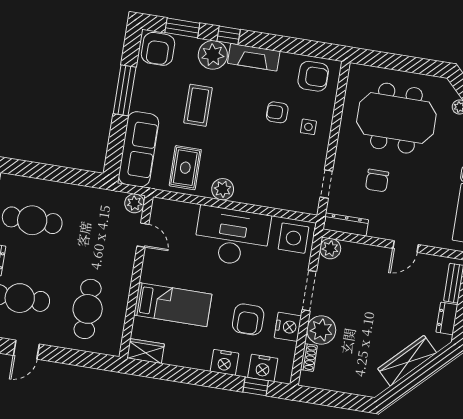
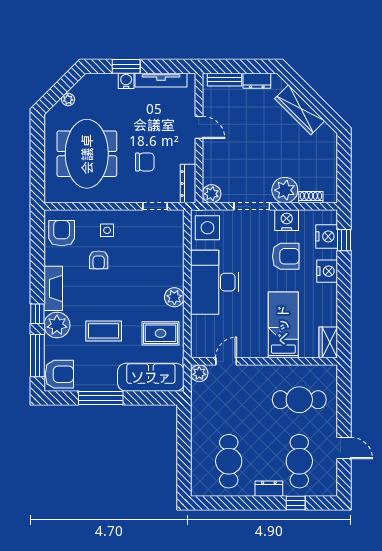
window: (182, 28) -> (37, 356), width x1.44

